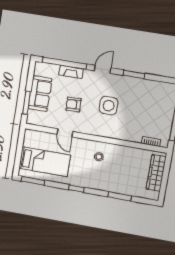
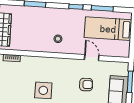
side table: (109, 106) -> (43, 90), moved
window: (33, 181) -> (102, 8), moved

